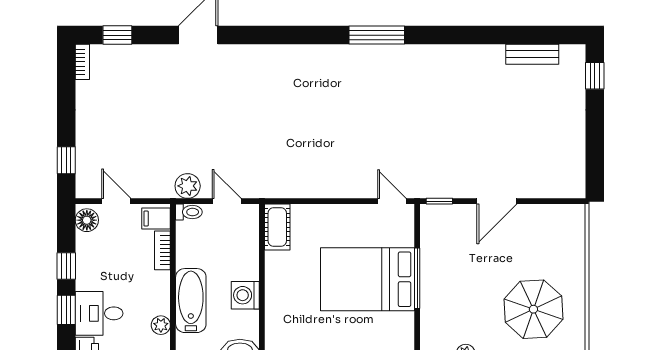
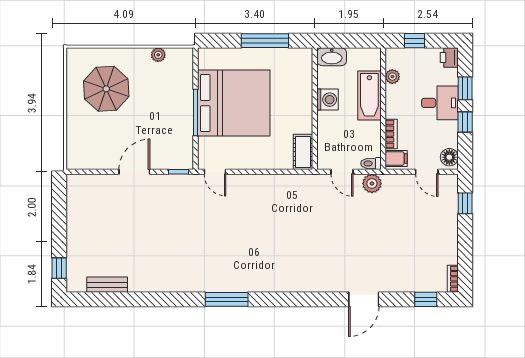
bed: (367, 279) -> (234, 103), width x1.36
desk: (99, 313) -> (440, 103), moved

